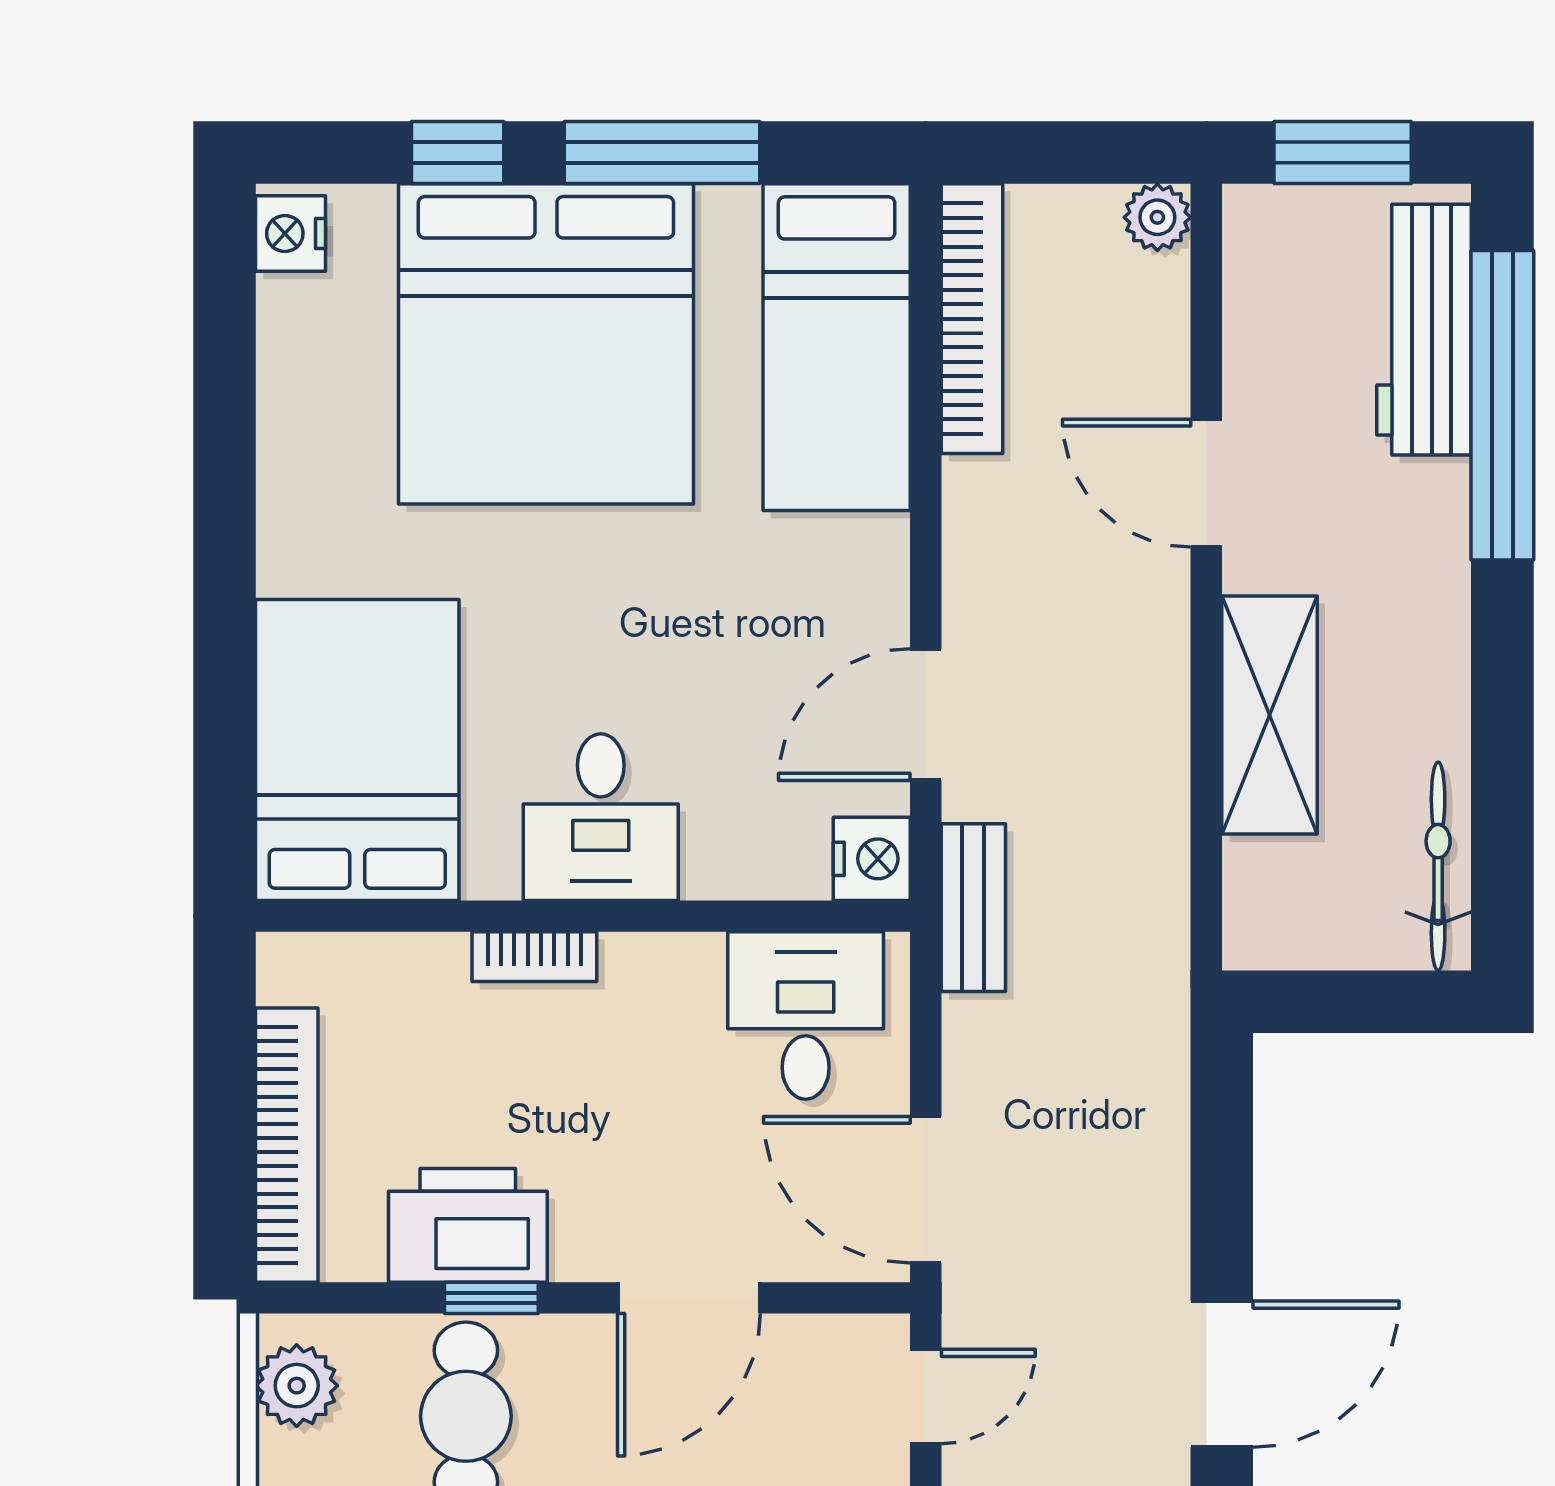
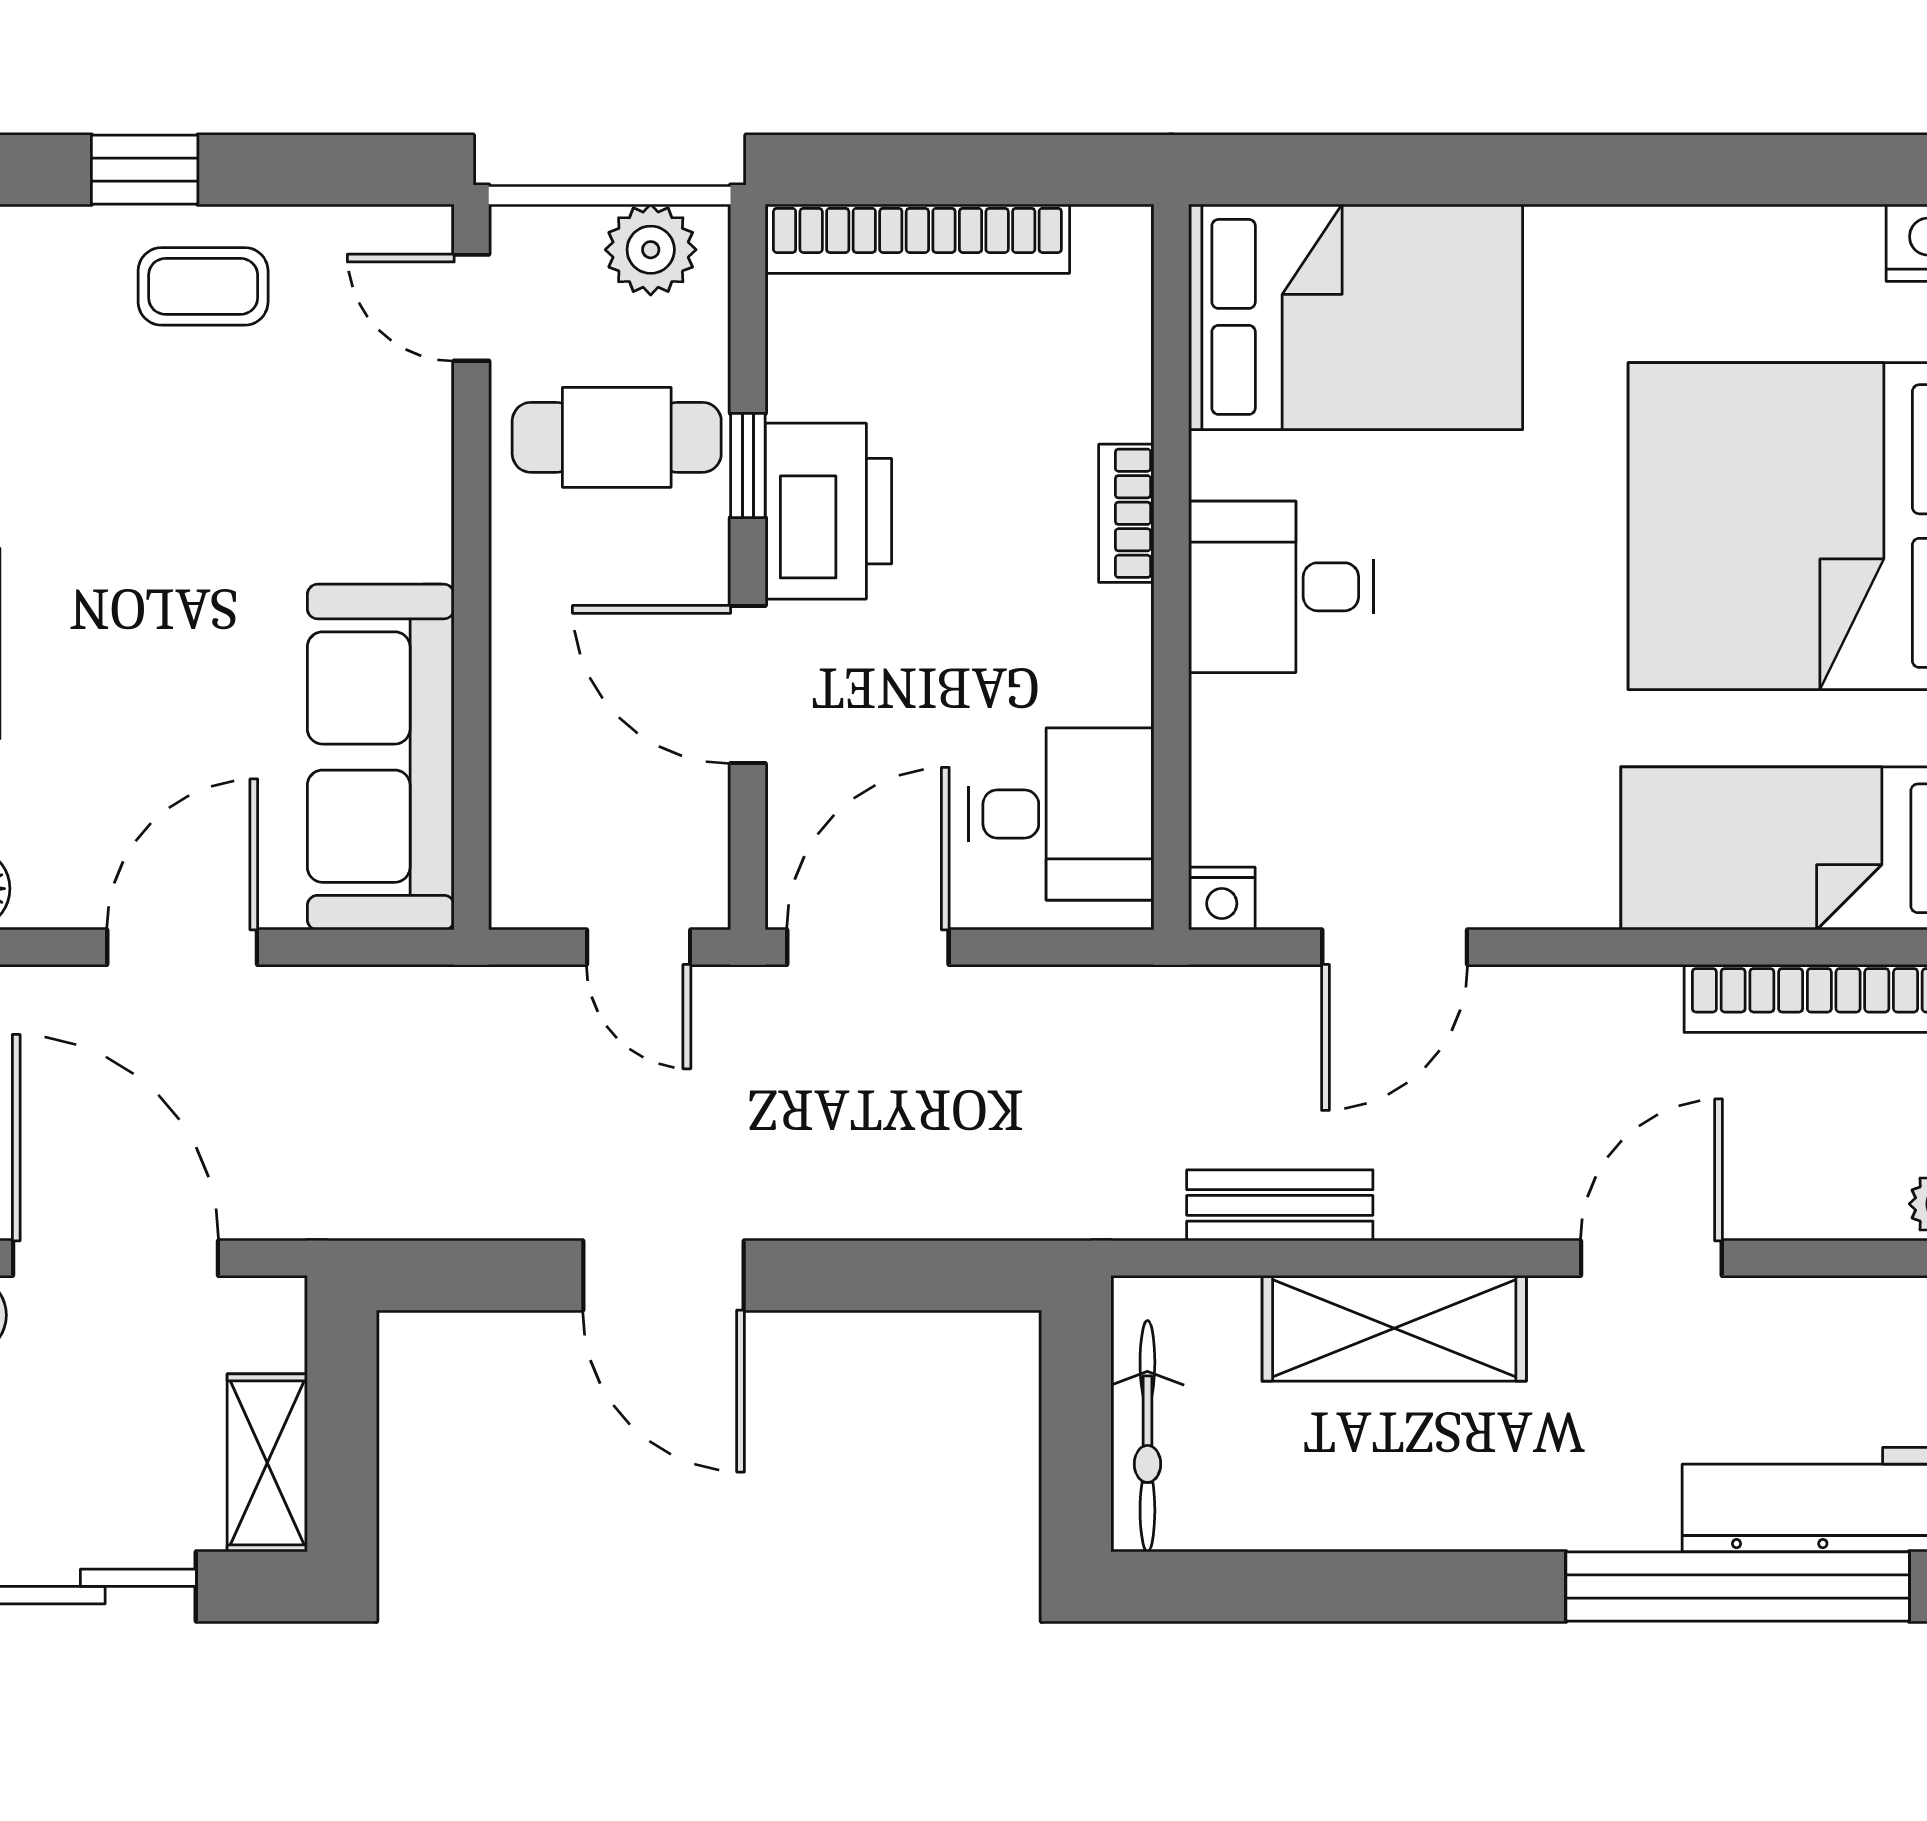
door: (926, 715) -> (1395, 947), swing flipped
nightstand: (872, 859) -> (1222, 898), width x0.72, depth x0.74
bicycle: (1438, 866) -> (1147, 1436), moved, turned 90
bench: (973, 908) -> (1280, 1205), moved
printer: (468, 1225) -> (828, 511), moved

